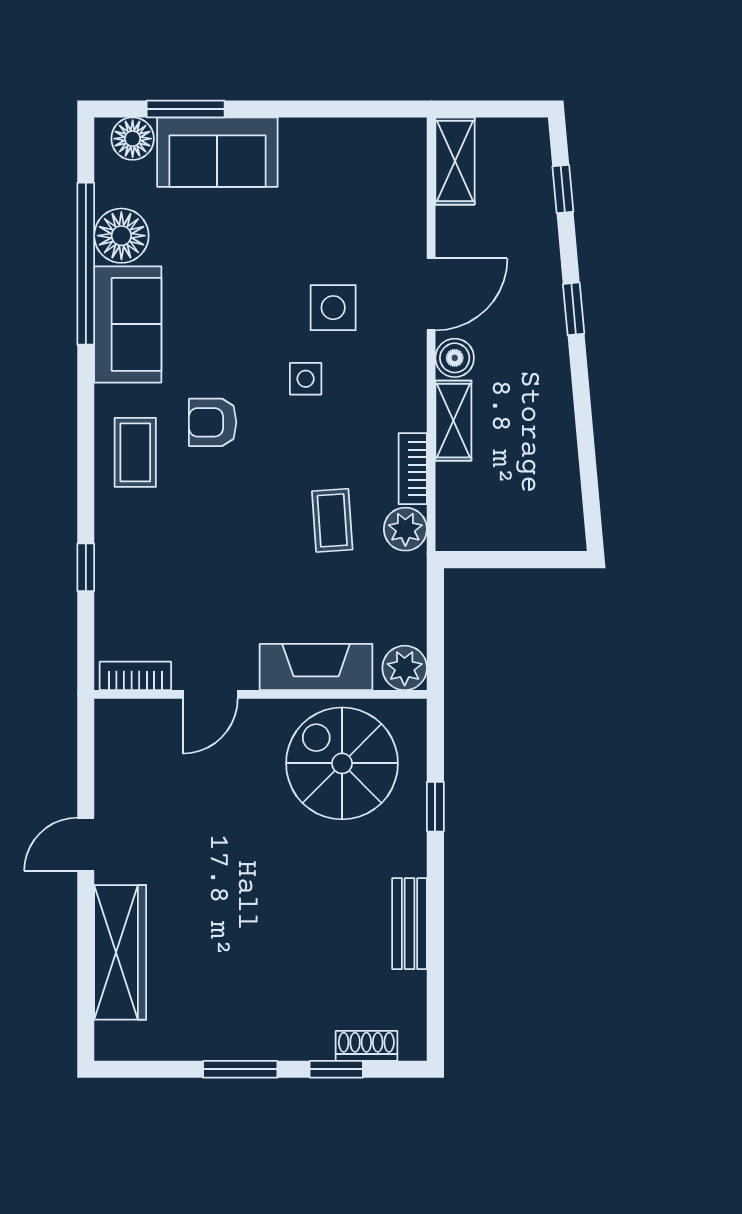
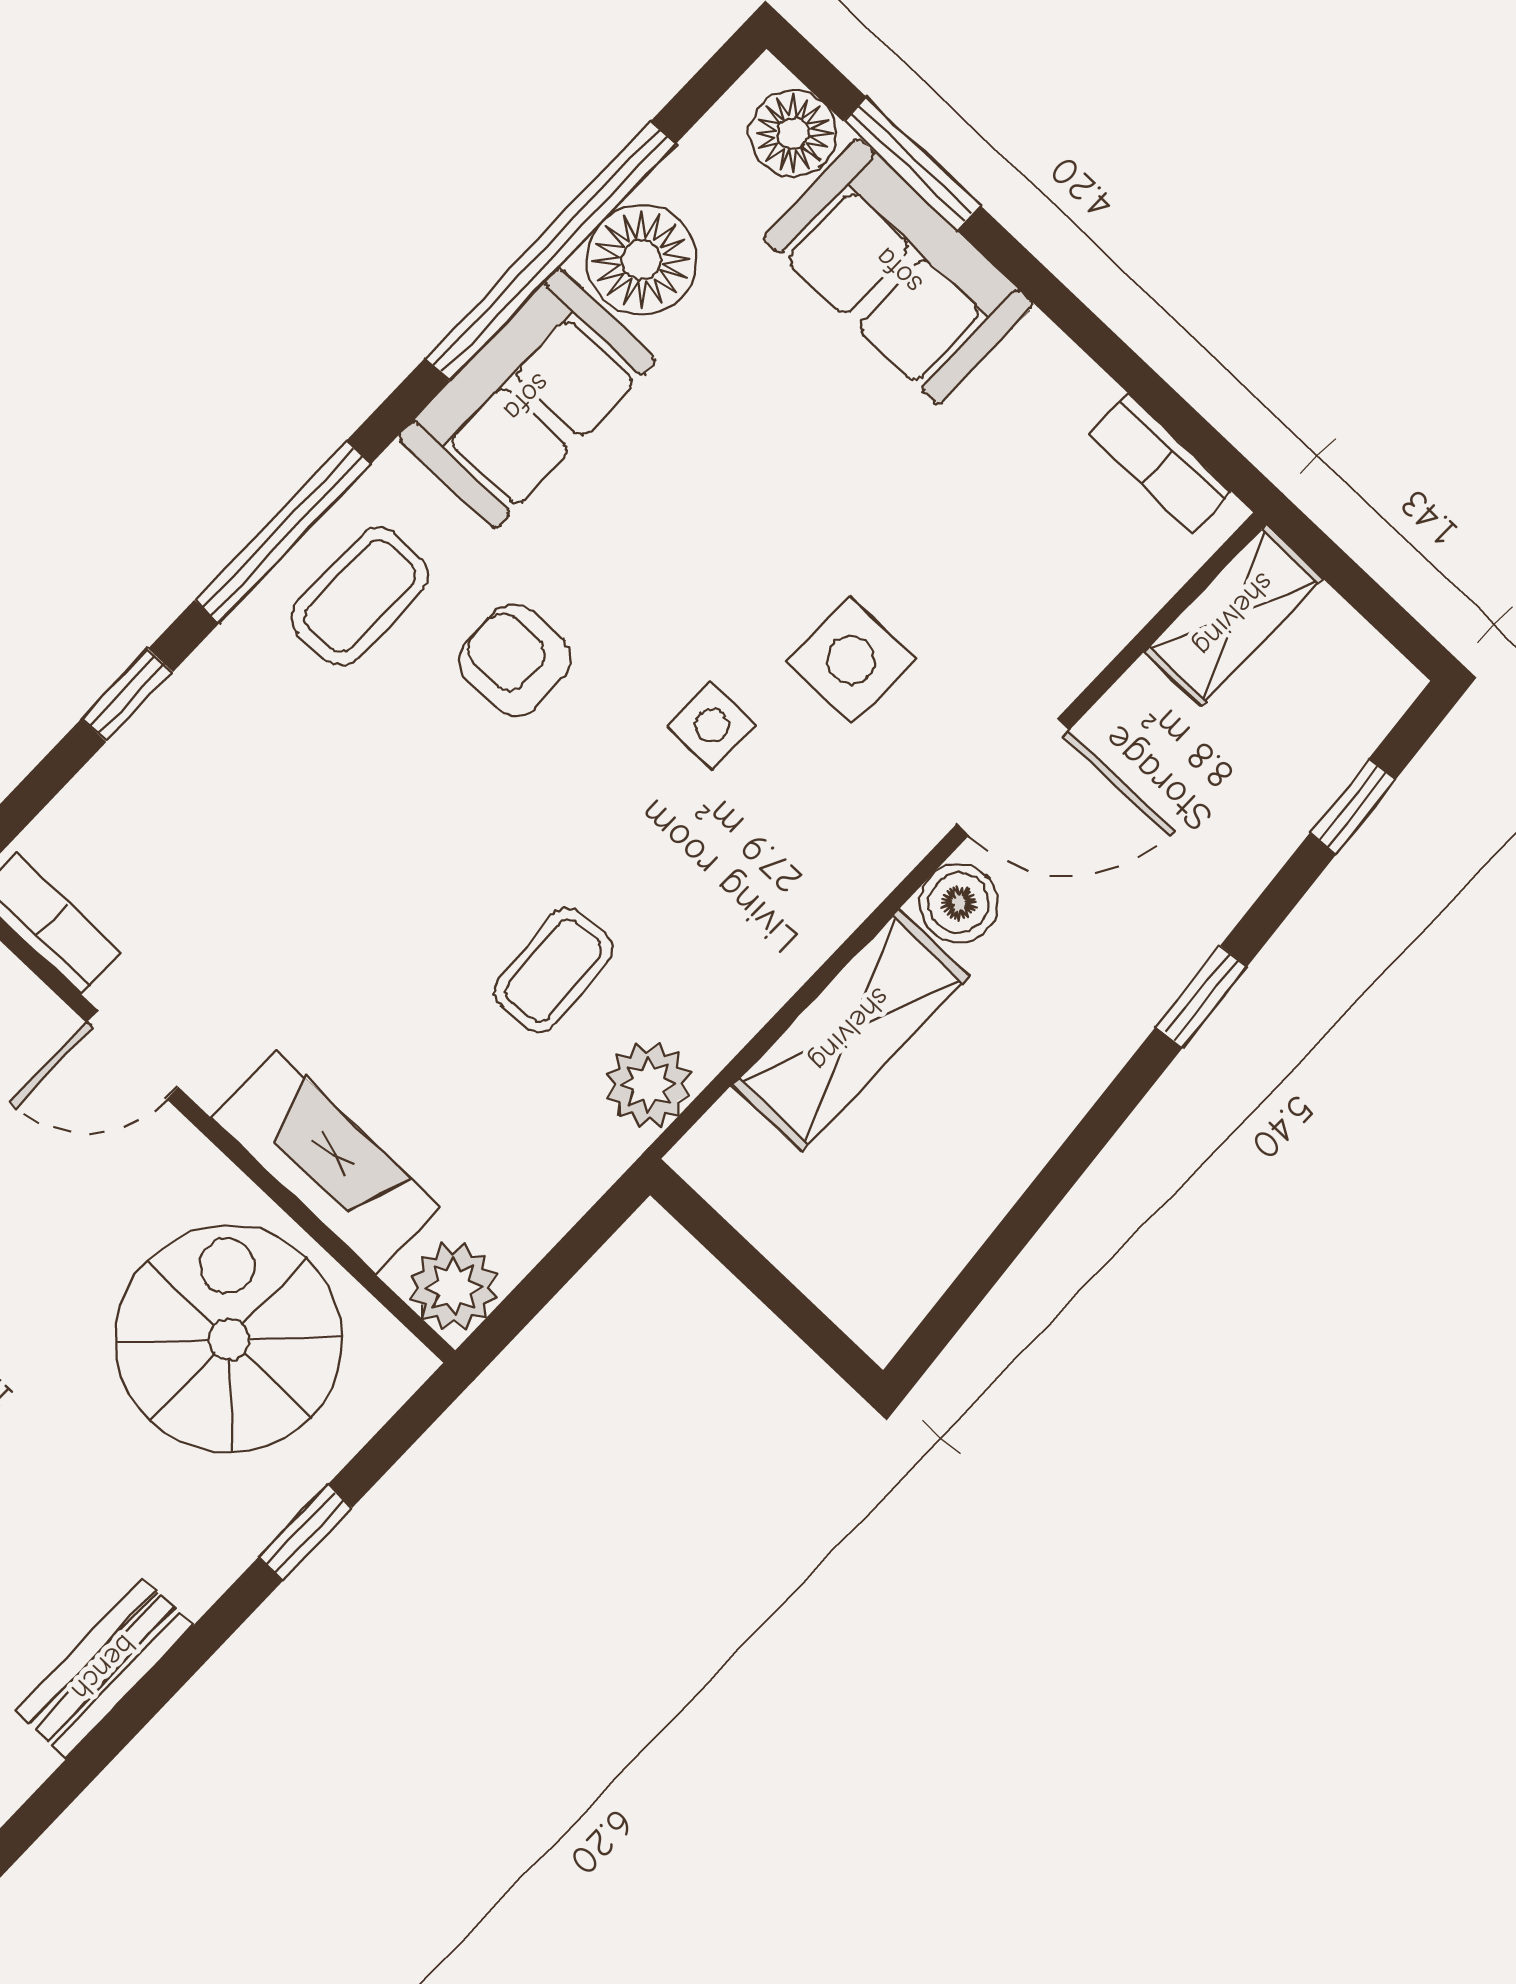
shelving: (453, 421) -> (850, 1030), width x1.50, depth x1.33
window: (86, 456) -> (283, 532), added
bookcase: (413, 469) -> (1161, 464), moved, turned -90

